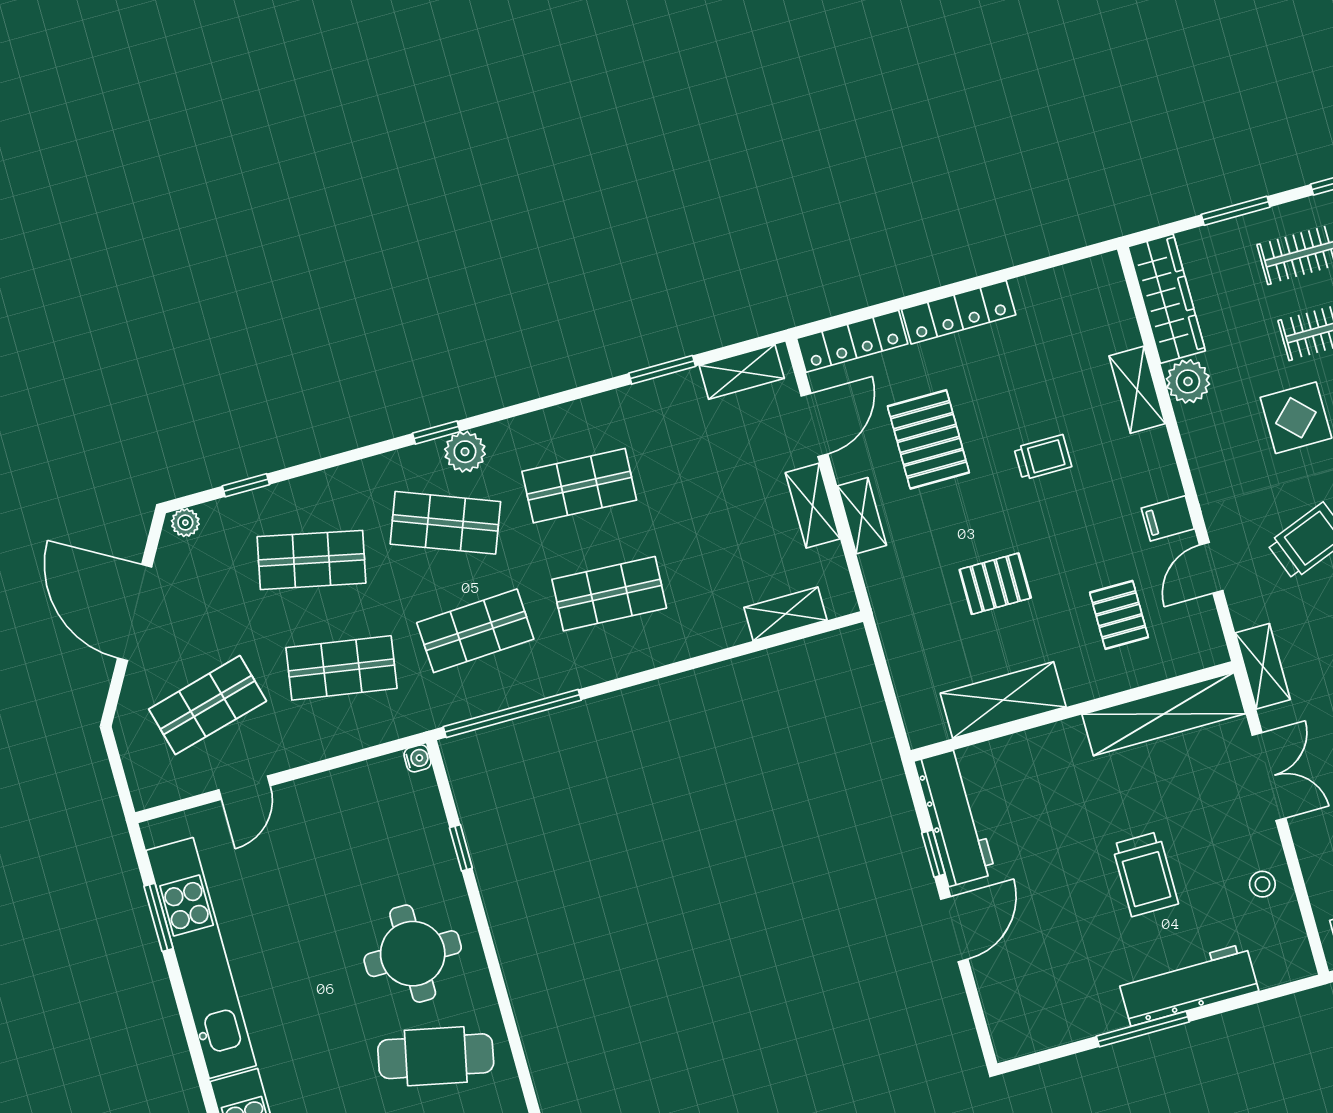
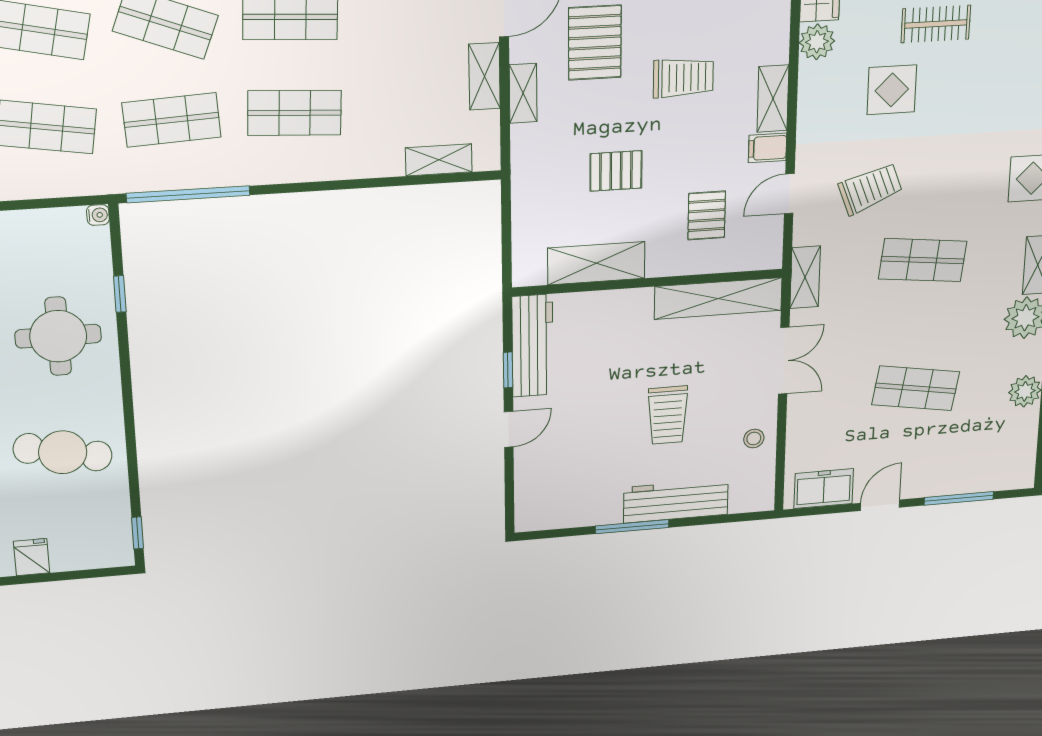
shelving: (1137, 390) -> (773, 99), moved
trolley: (1043, 457) -> (683, 78), width x1.36, depth x1.39
door: (954, 929) -> (509, 429), width x0.73
round table: (413, 954) -> (58, 336), moved

